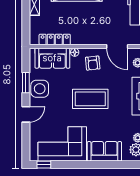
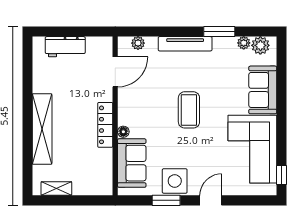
locker: (55, 39) -> (105, 125), moved
armchair: (93, 63) -> (139, 106), removed
coffee table: (90, 99) -> (189, 110), width x0.73, depth x0.76
door: (26, 114) -> (211, 200), hinge flipped

